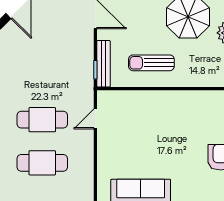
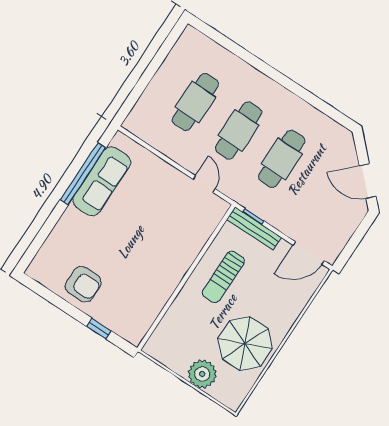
sun lounger: (151, 63) -> (223, 277), turned 180
cafe table: (42, 76) -> (282, 159), added

